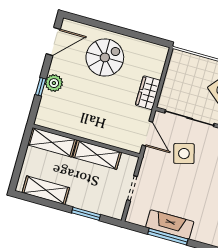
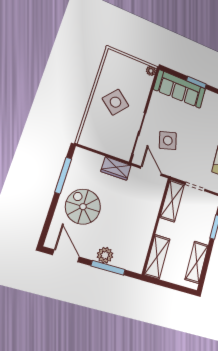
window: (137, 35) -> (63, 175), added
window: (41, 87) -> (108, 268), width x2.17
door: (147, 134) -> (151, 171), hinge flipped
shelving: (97, 155) -> (172, 201), moved

